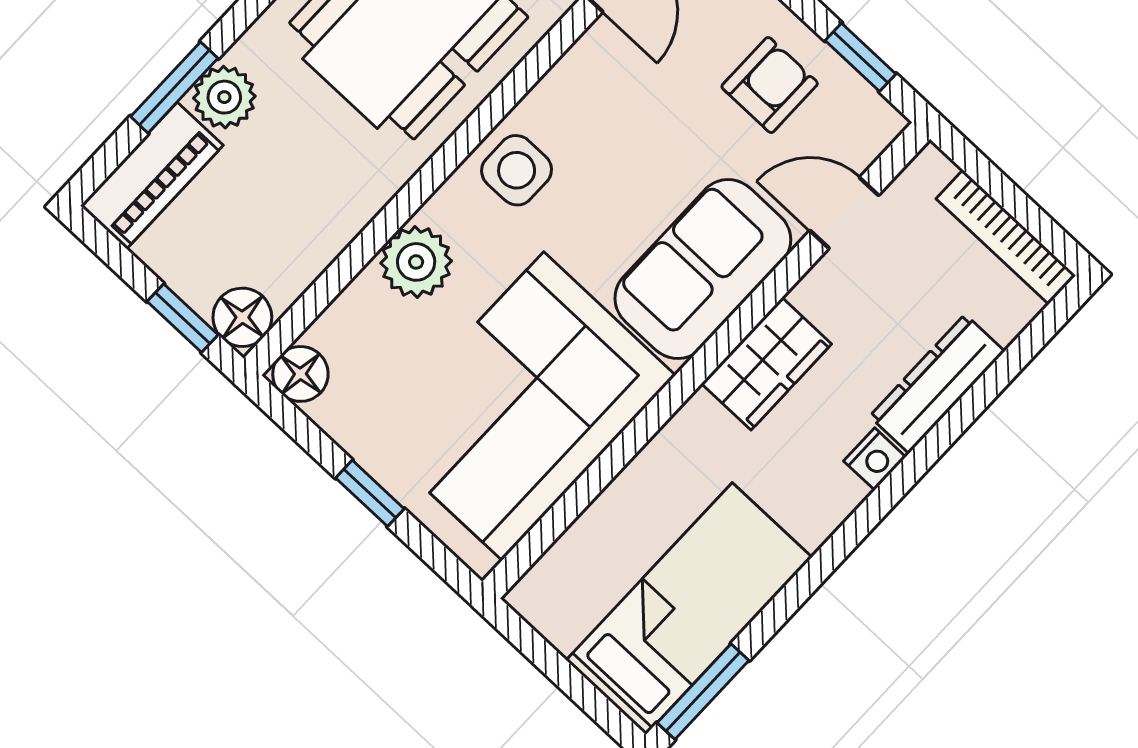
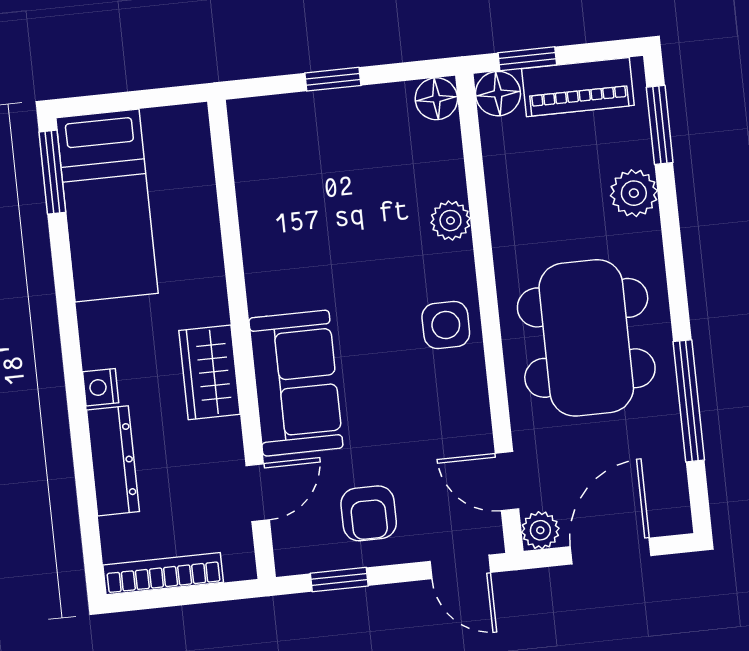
window: (174, 87) -> (660, 125), moved
piano: (152, 176) -> (578, 87), moved, turned -90
plant: (416, 262) -> (450, 221), width x0.73, depth x0.73
corner sofa: (523, 406) -> (307, 211), removed

